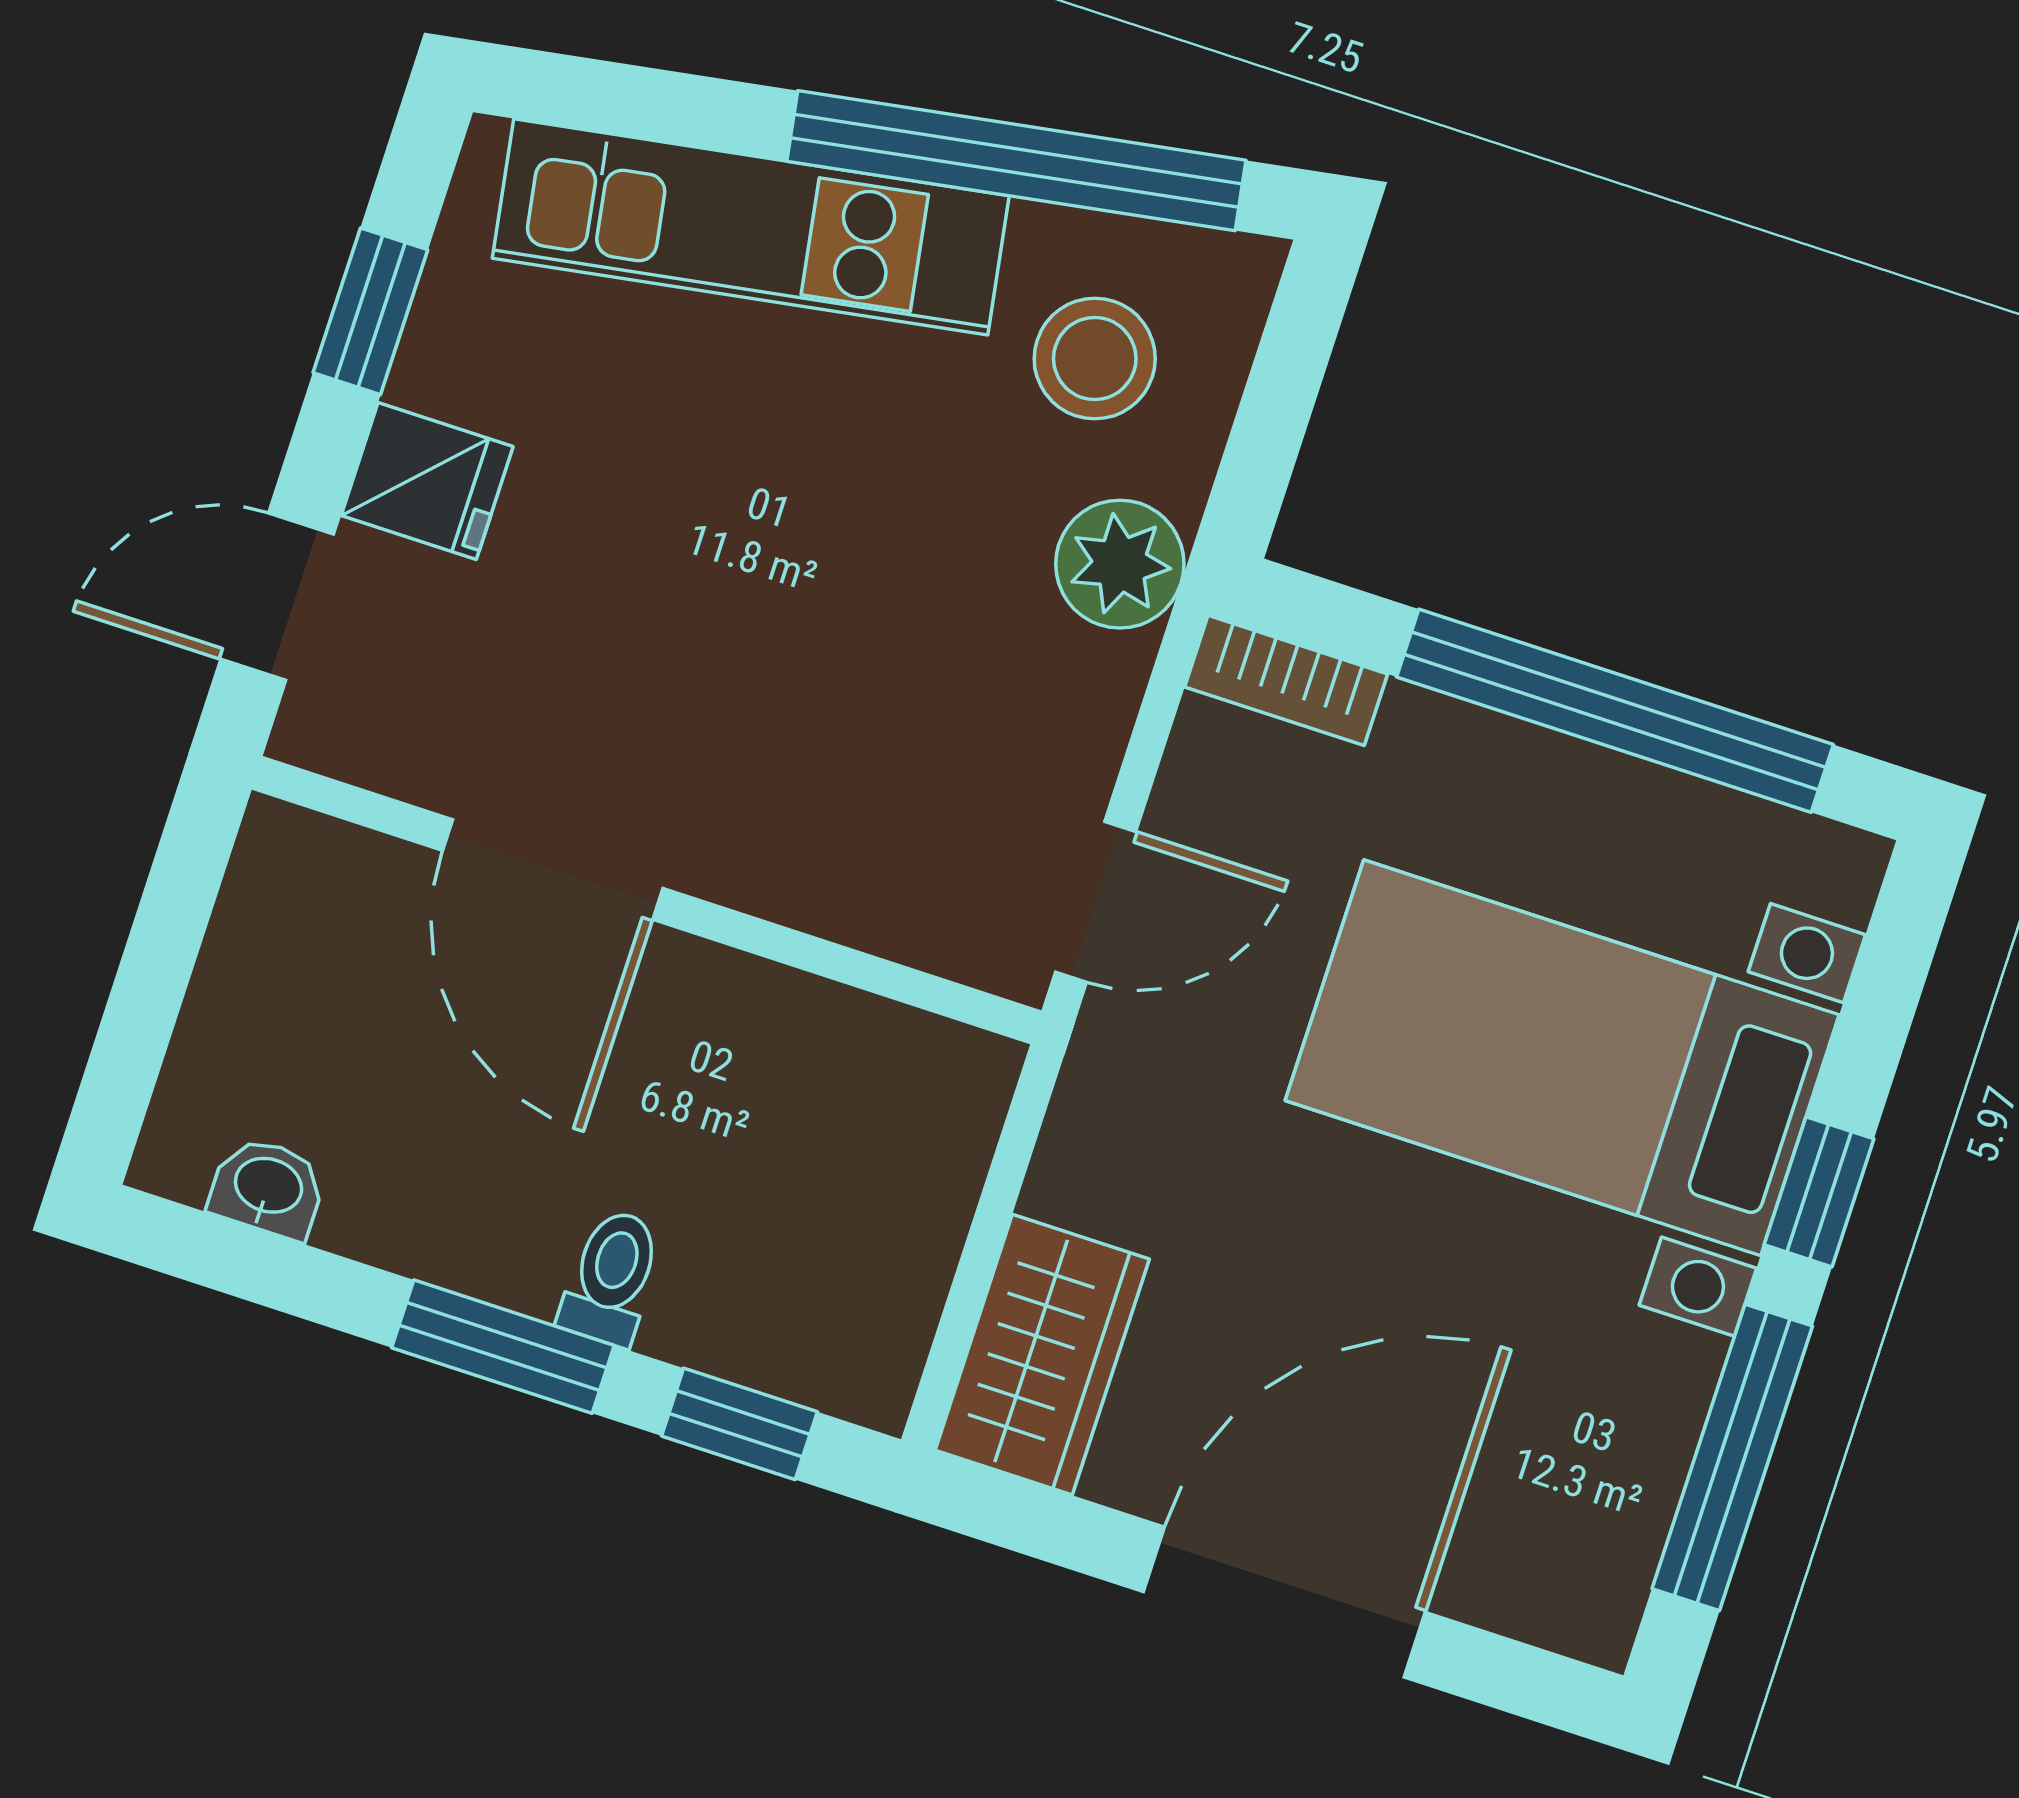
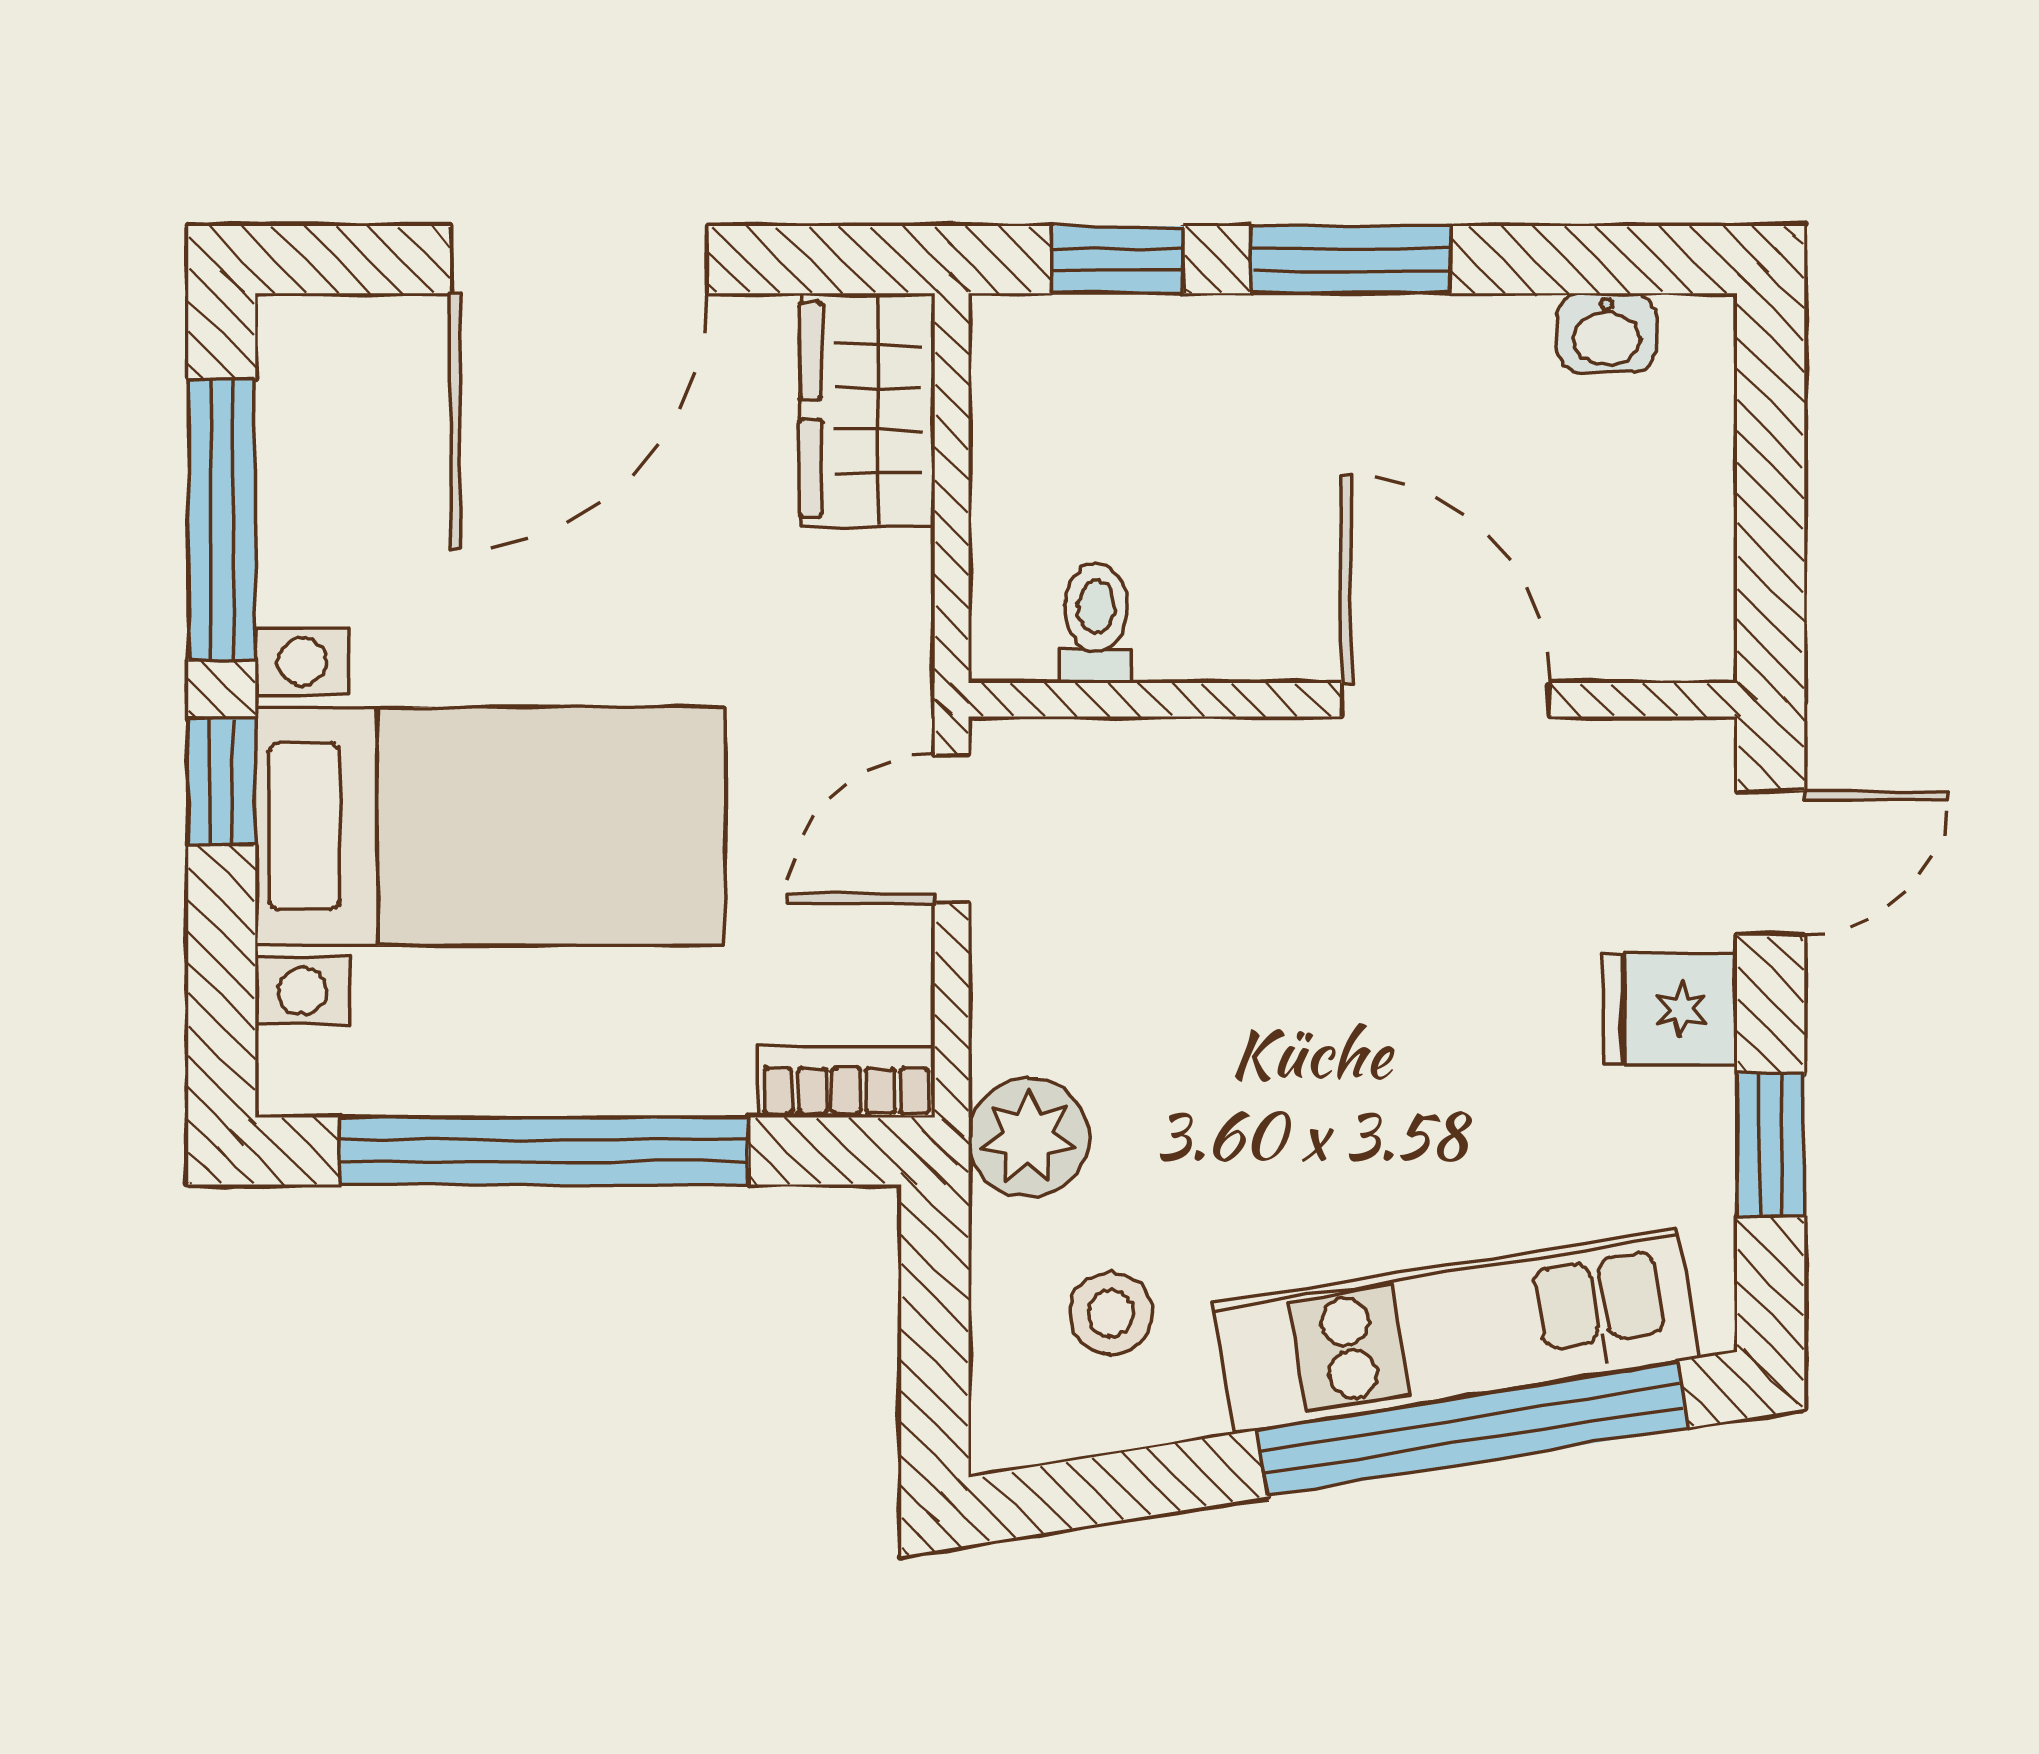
window: (1016, 161) -> (1473, 1429), moved
stool: (1095, 359) -> (1111, 1314), width x0.73, depth x0.73
toilet: (611, 1277) -> (1096, 623), moved, turned 180

